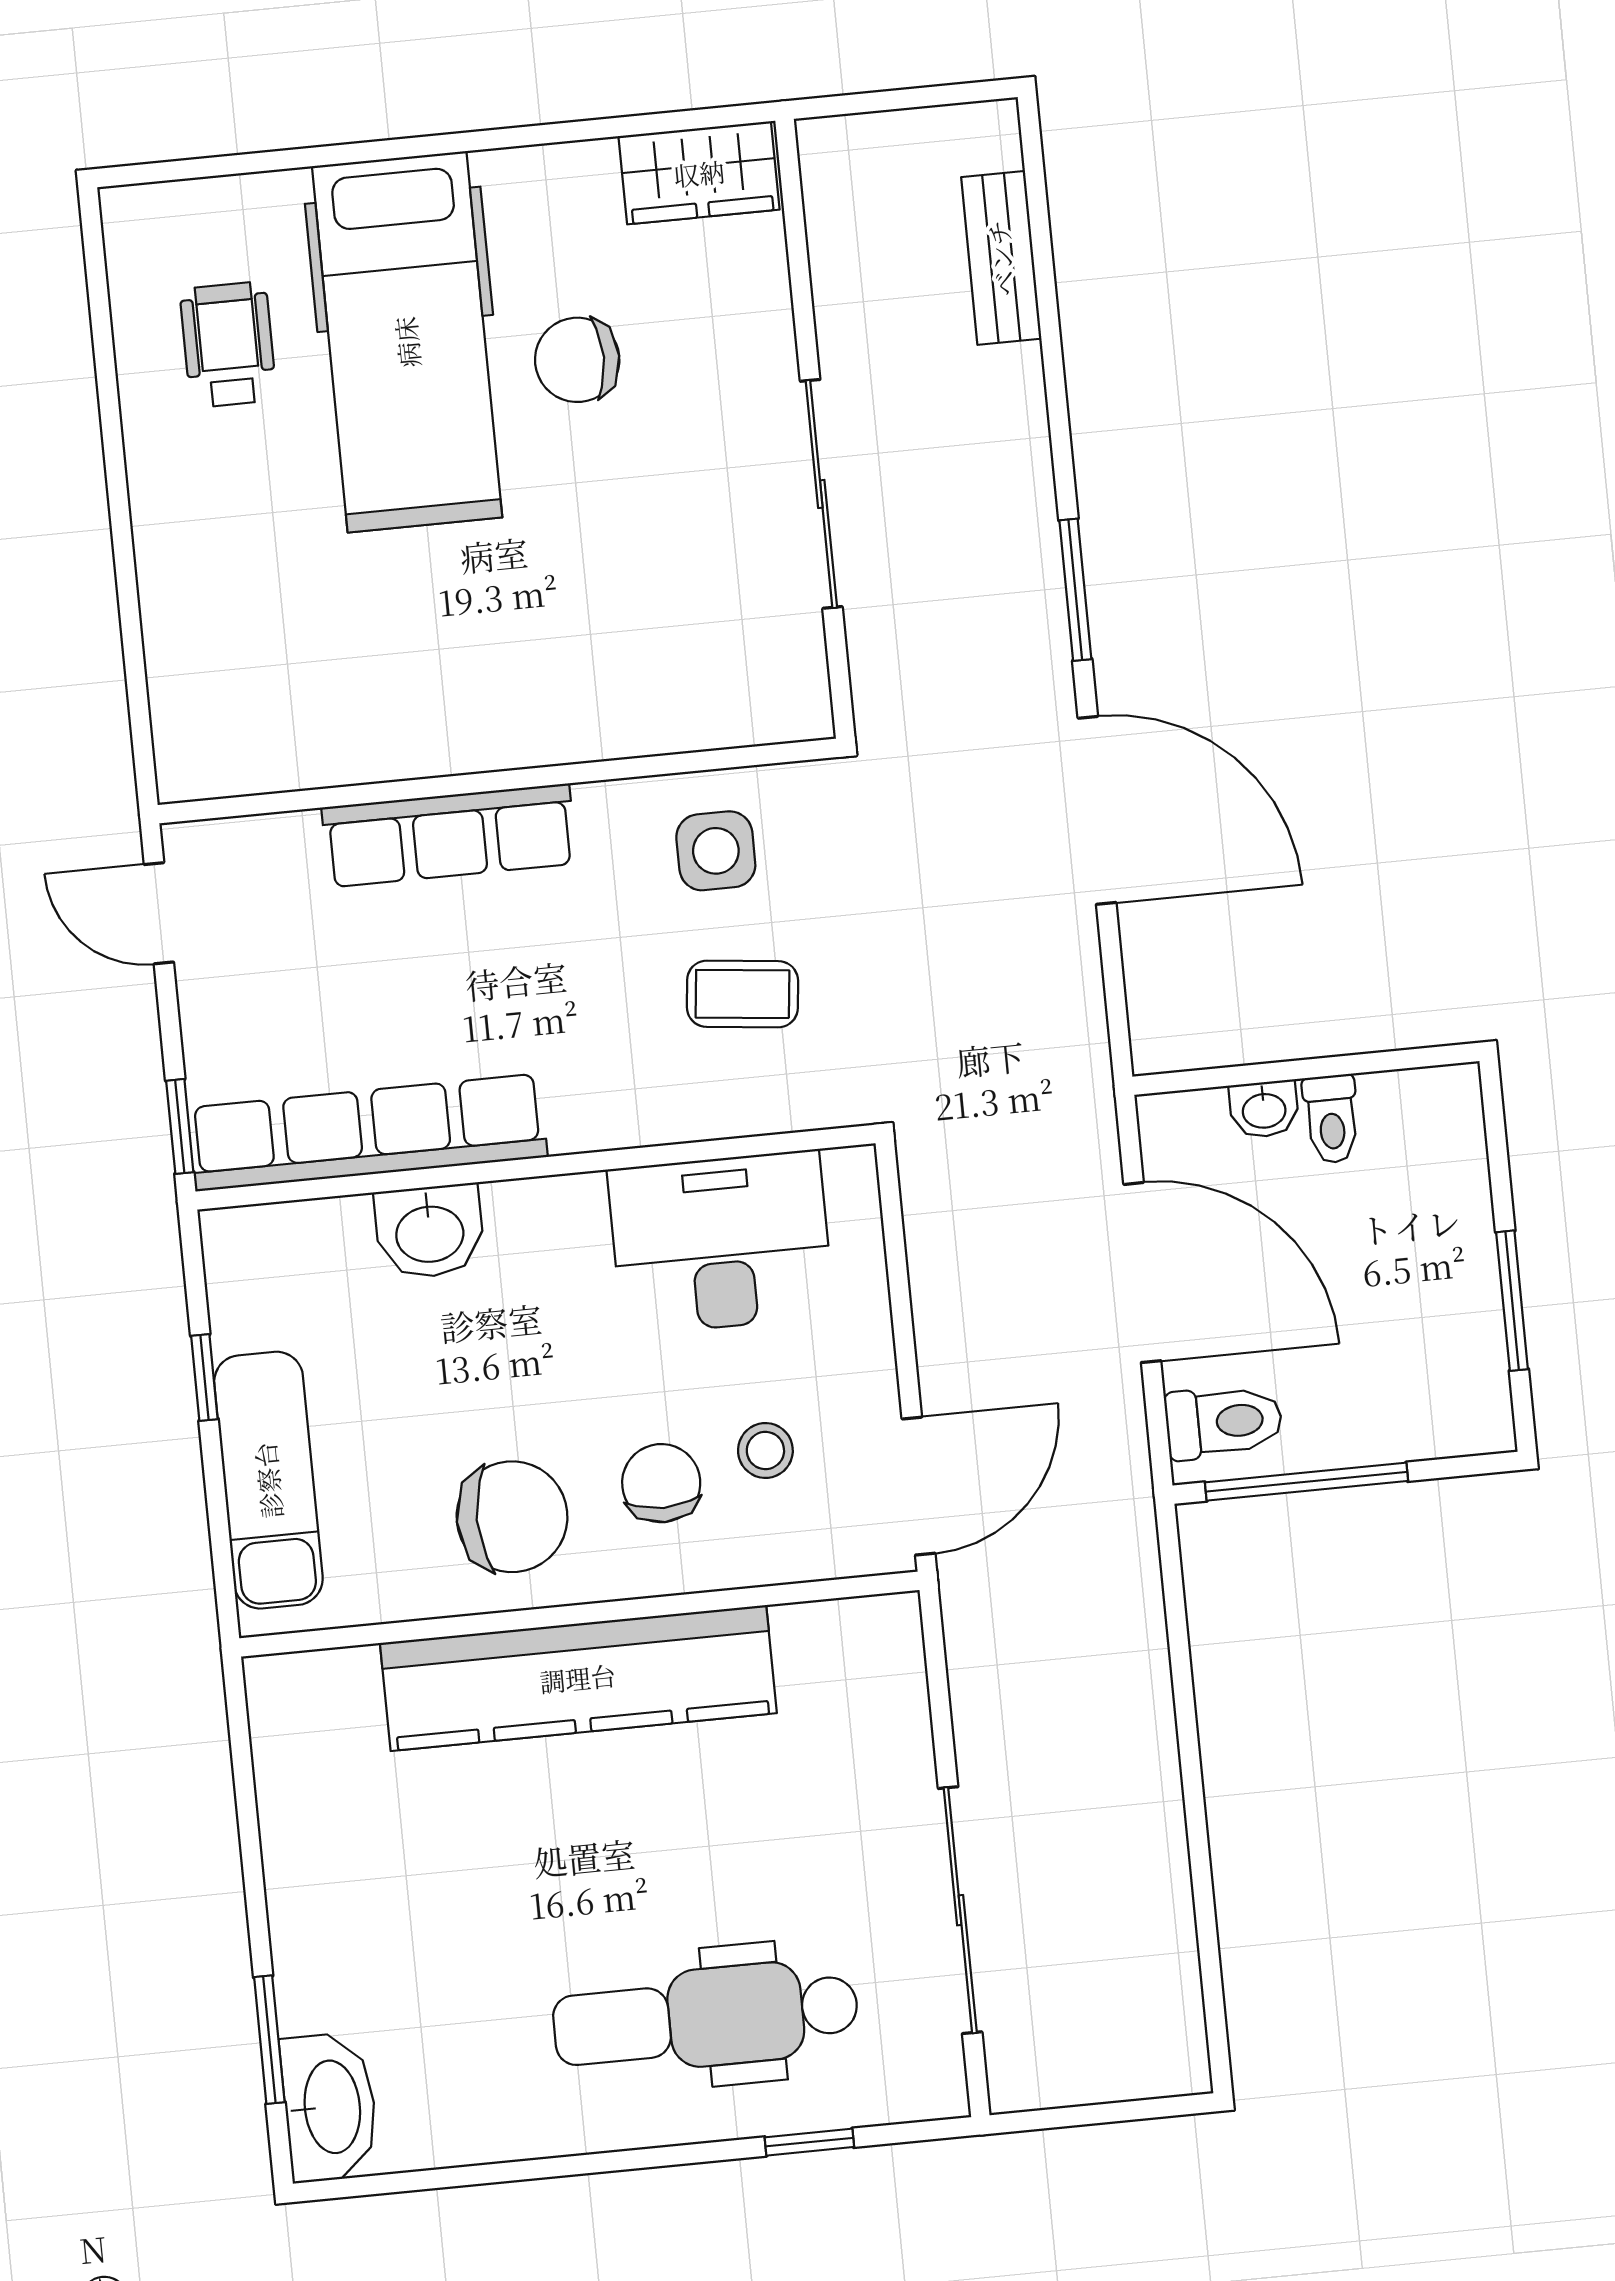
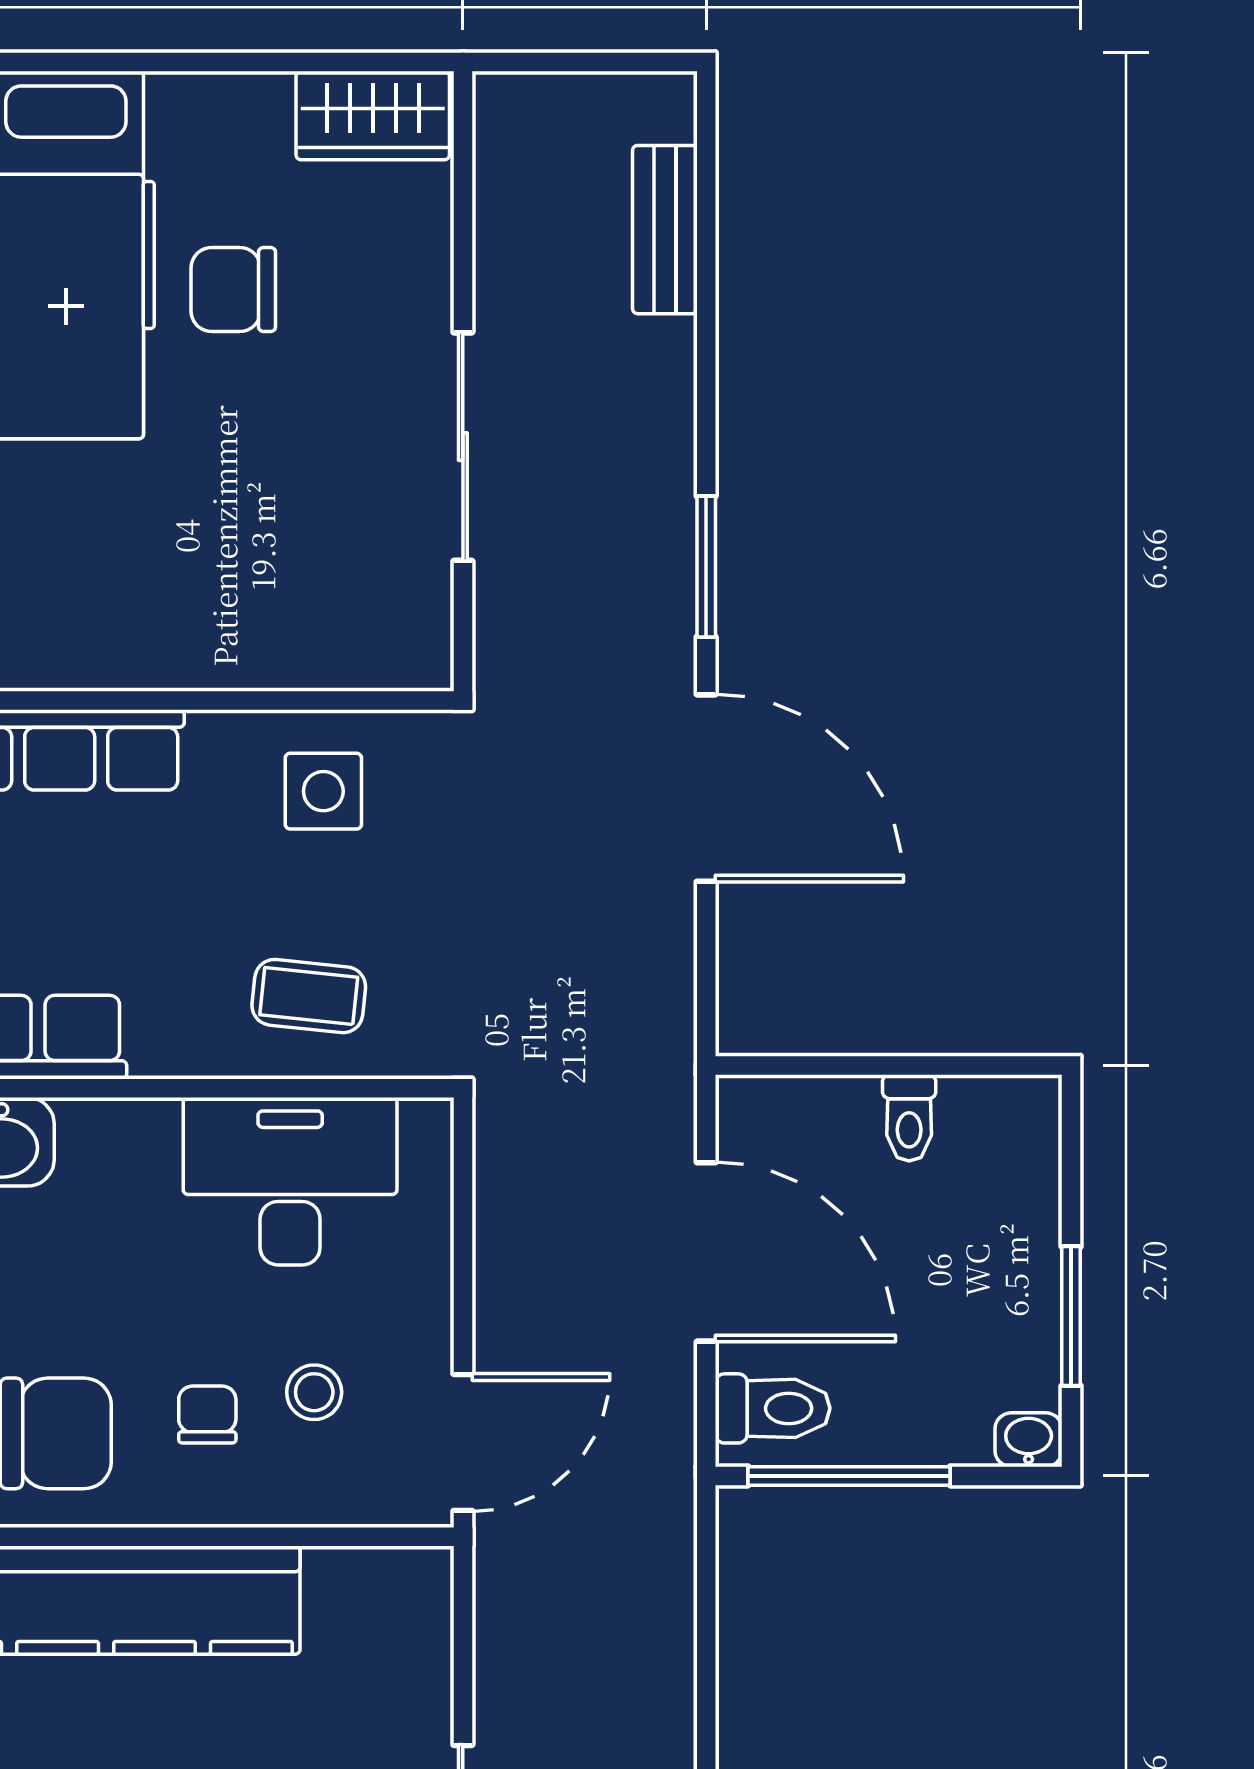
coffee table: (742, 994) -> (309, 996), moved
washbasin: (1264, 1109) -> (1029, 1440), moved, turned 180
chair: (661, 1483) -> (207, 1414), width x0.73, depth x0.73

